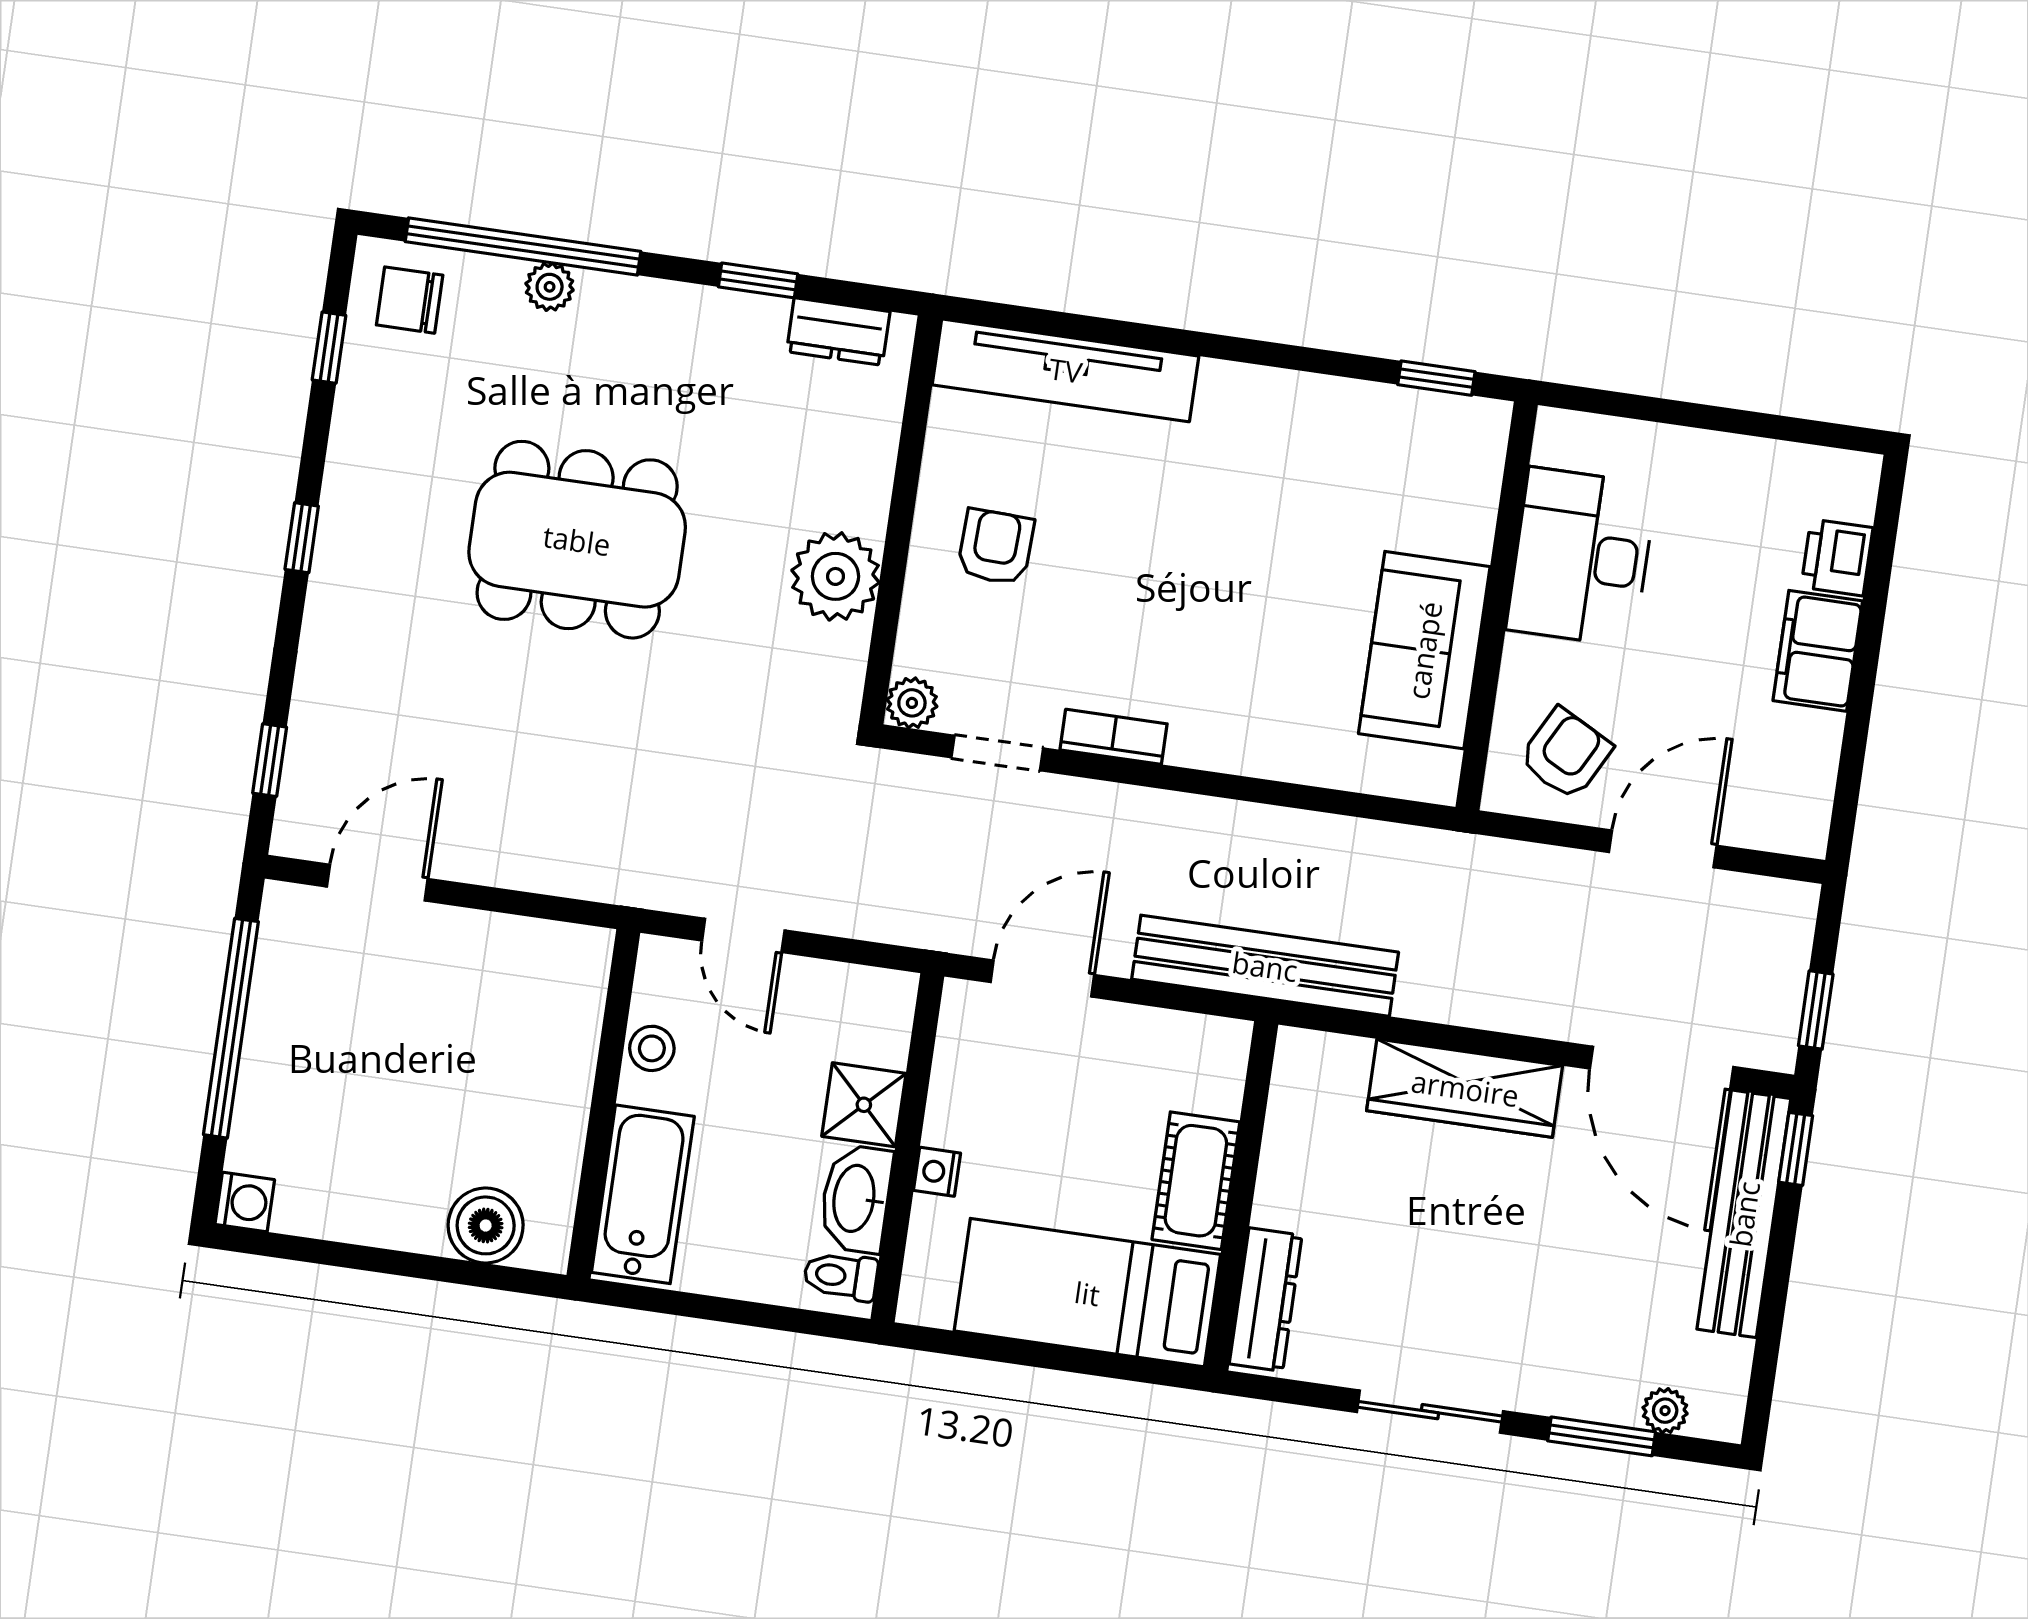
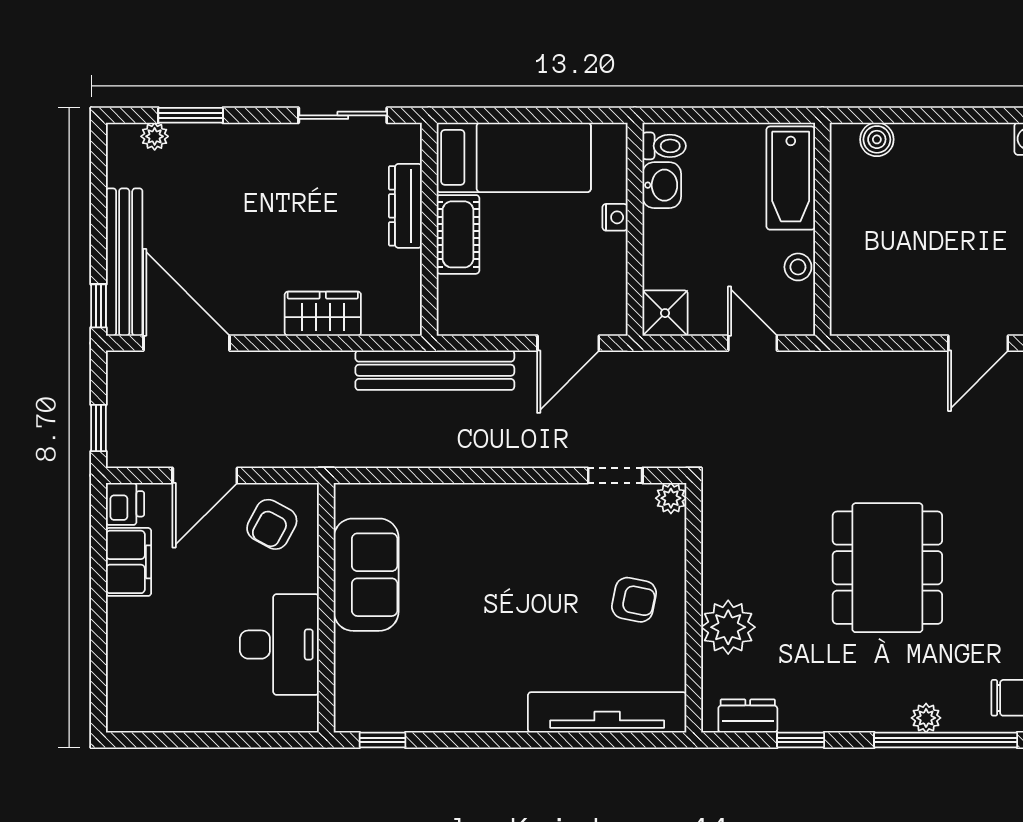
dining table: (577, 540) -> (887, 568), turned 90
armchair: (996, 547) -> (634, 600), turned -81
printer: (1837, 557) -> (125, 504), moved
plant: (835, 576) -> (728, 627), moved
filing cabinet: (1818, 651) -> (129, 562), moved
bookcase: (1114, 737) -> (546, 495), removed
window: (1816, 1010) -> (98, 428), moved
wardrobe: (1465, 1088) -> (323, 314), width x0.67
shower: (864, 1105) -> (665, 313), moved
washbasin: (856, 1199) -> (662, 185), width x0.72
boiler: (486, 1225) -> (877, 139), width x0.73, depth x0.73
dresser: (1266, 1300) -> (405, 206), moved
sliding door: (1430, 1412) -> (343, 115), moved

